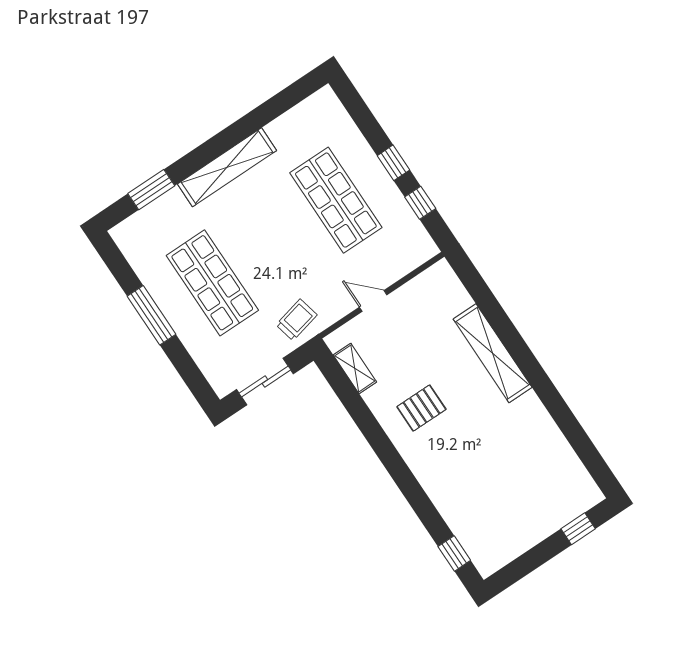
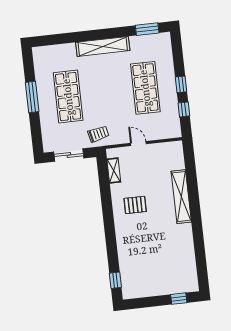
window: (151, 190) -> (147, 29), moved

